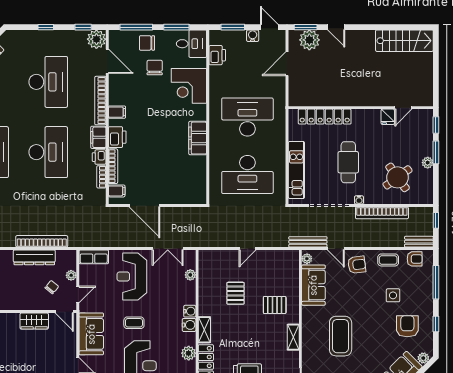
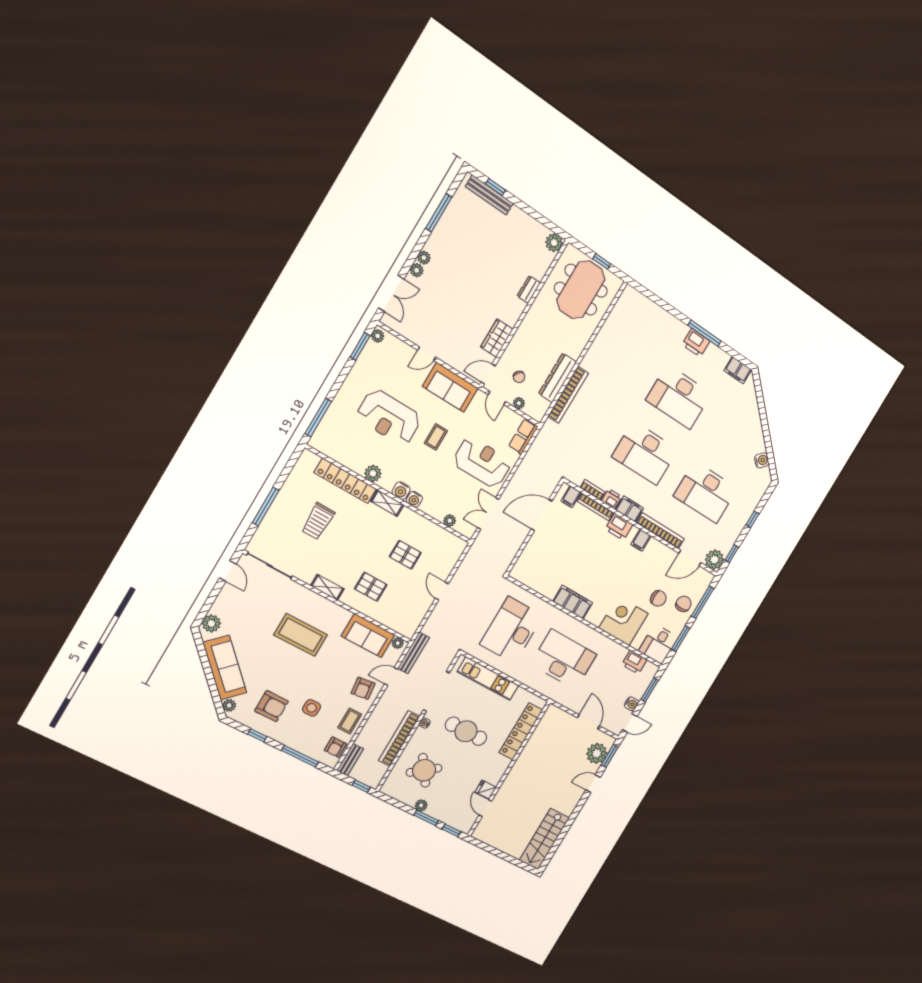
desk: (247, 117) -> (564, 659), turned -90
pallet: (275, 305) -> (371, 587), turned 90

